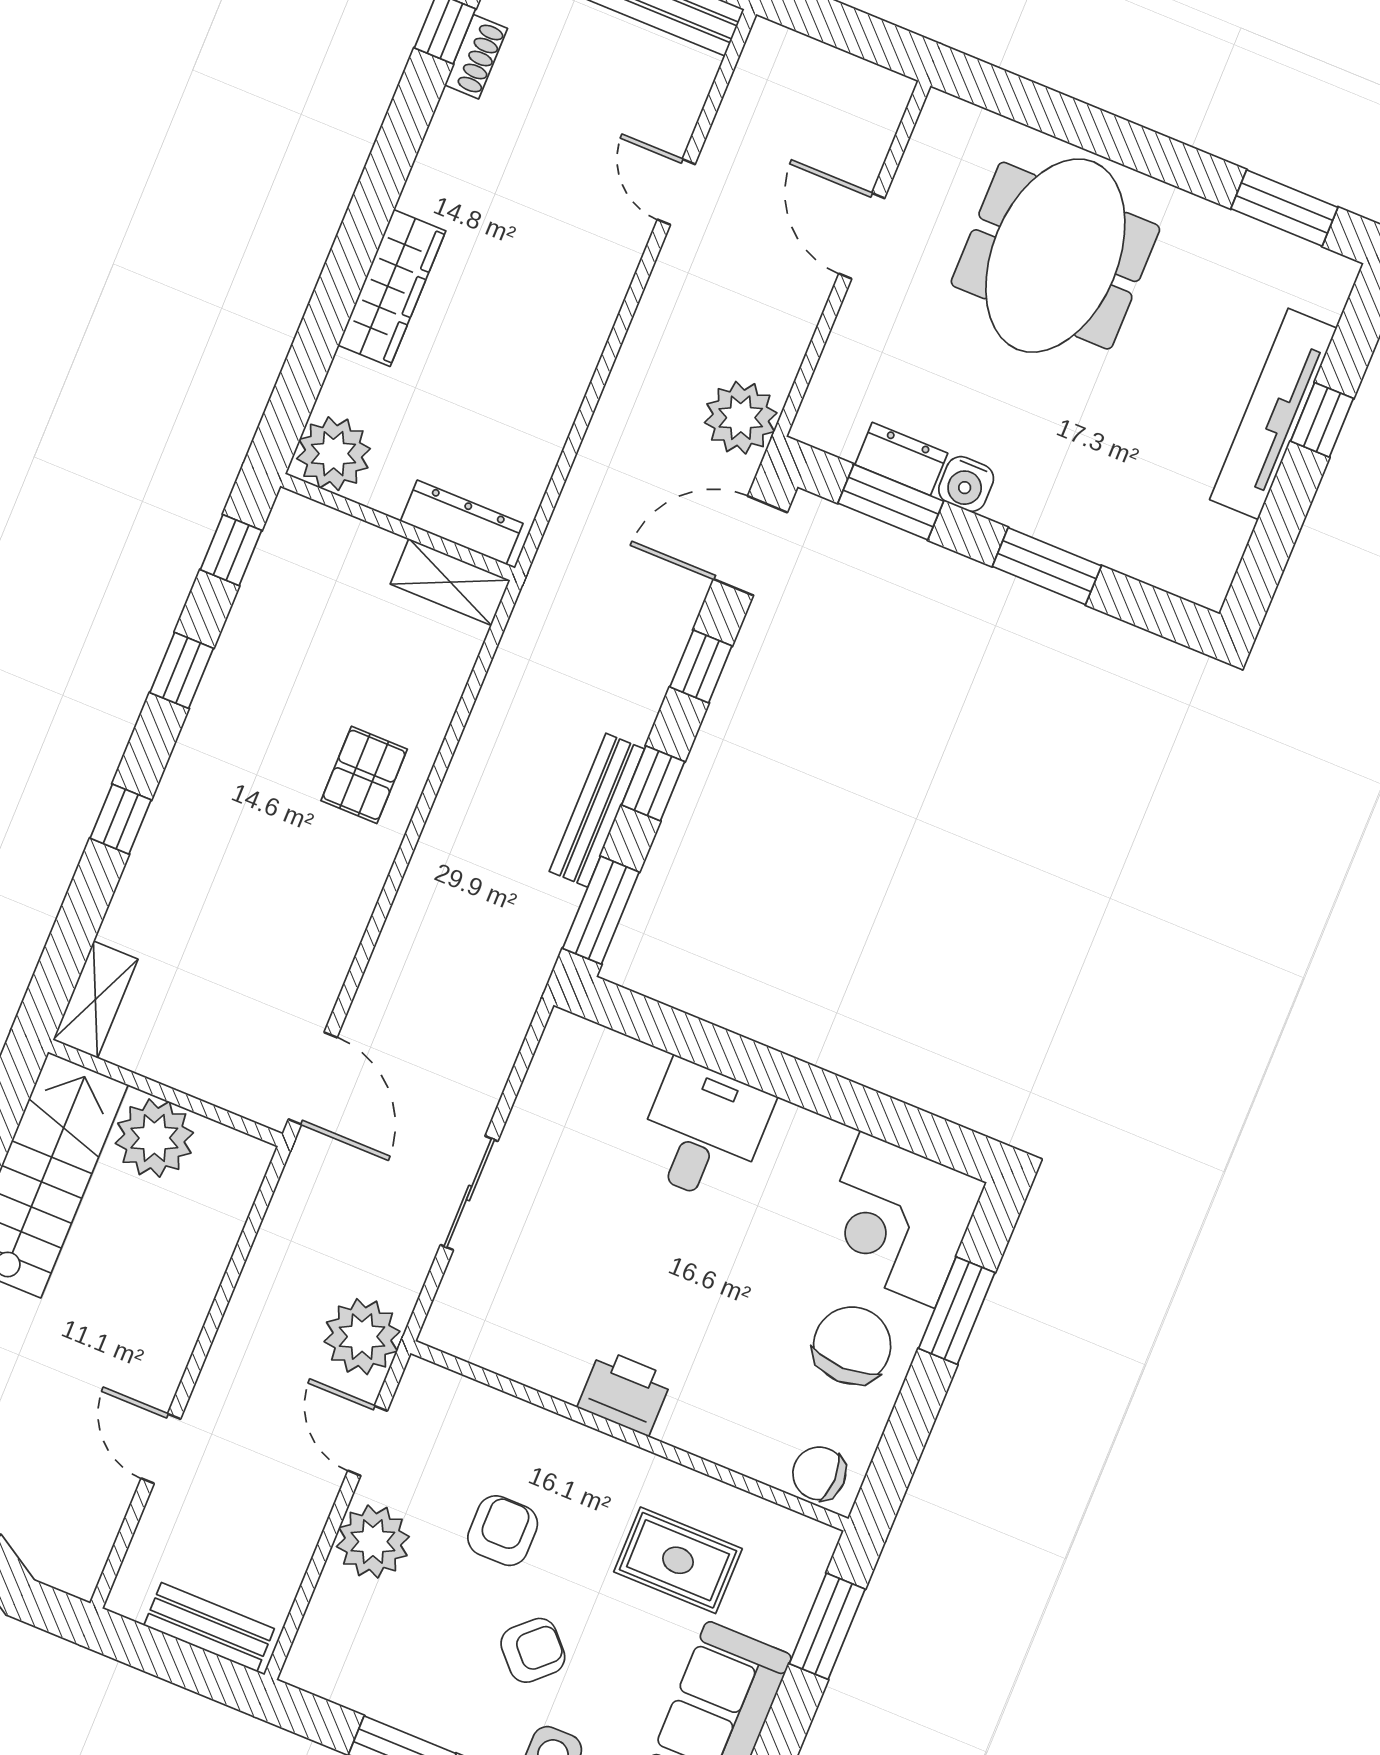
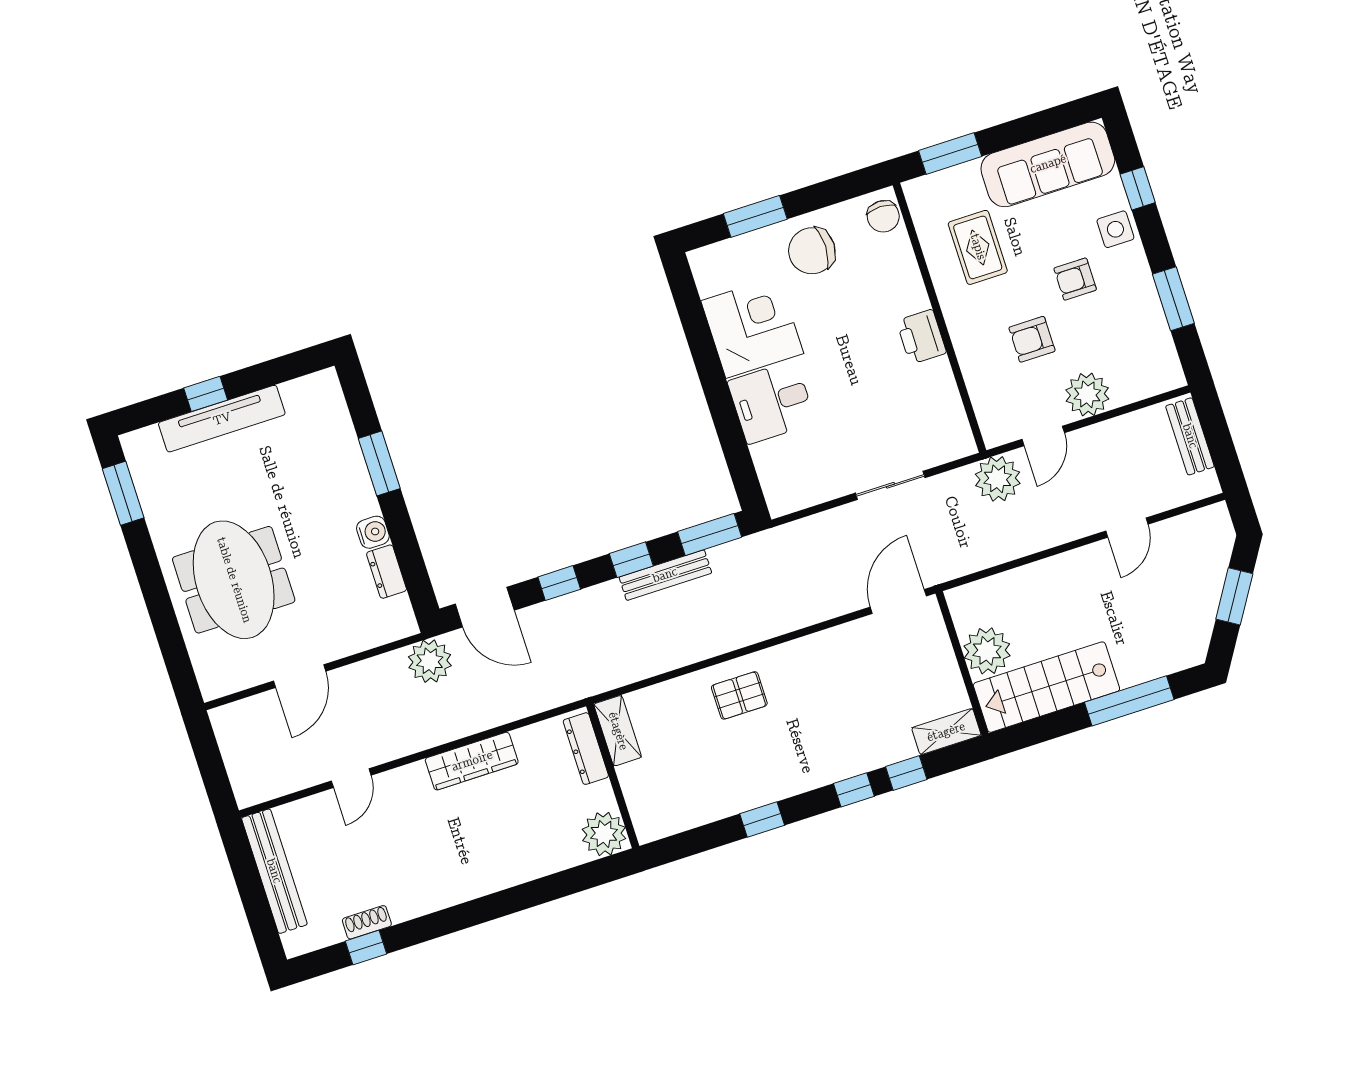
meeting table: (1055, 256) -> (234, 580), turned 90
wardrobe: (392, 288) -> (472, 761), moved, turned 180
window: (891, 502) -> (410, 560), removed
window: (231, 550) -> (906, 773), moved
corner desk: (898, 1220) -> (752, 327), moved, turned -90
armchair: (533, 1650) -> (1075, 279), turned -47

